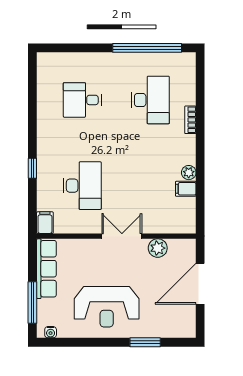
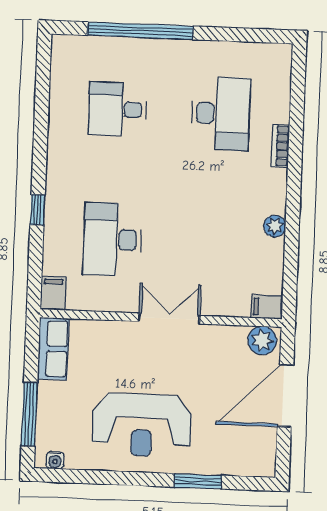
window: (147, 48) -> (140, 31), moved
desk: (82, 186) -> (112, 239), turned 180
filing cabinet: (186, 189) -> (267, 307), moved
plant: (158, 248) -> (262, 340), moved
row of seats: (46, 269) -> (53, 349), width x0.68

